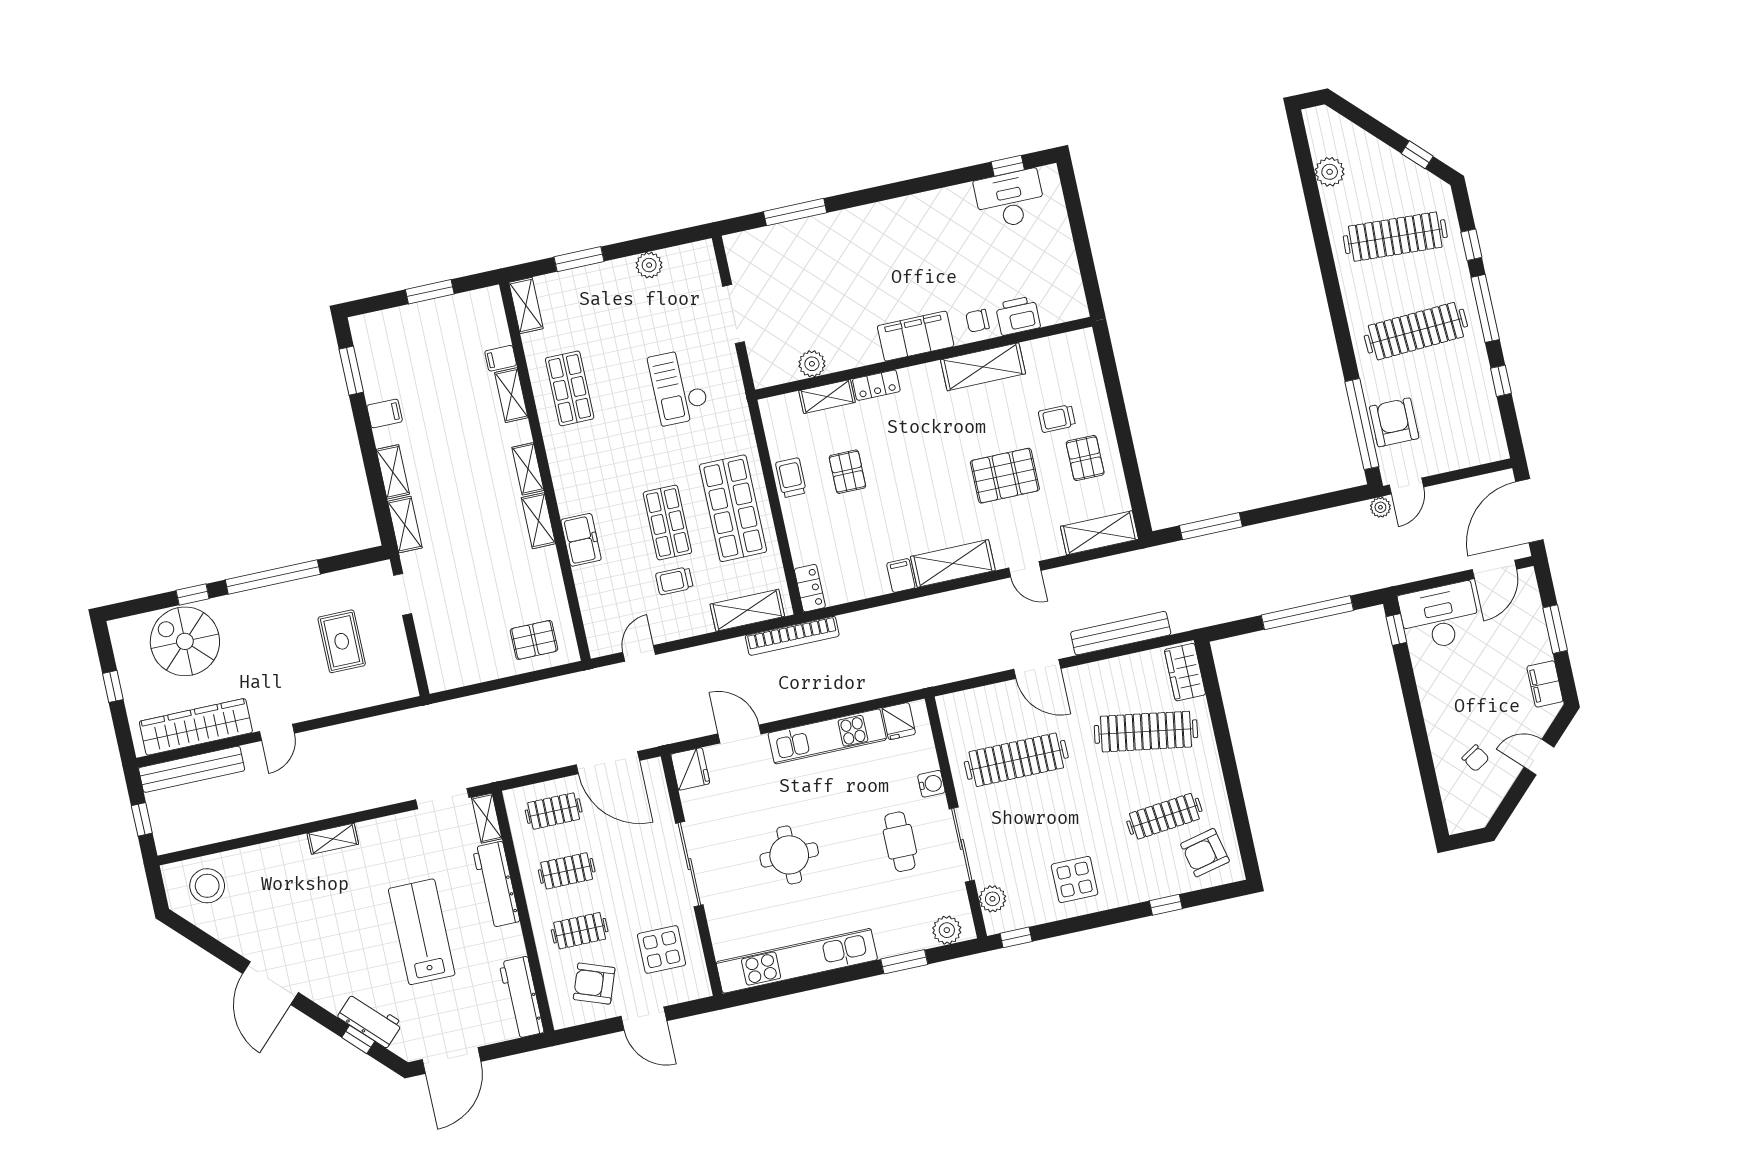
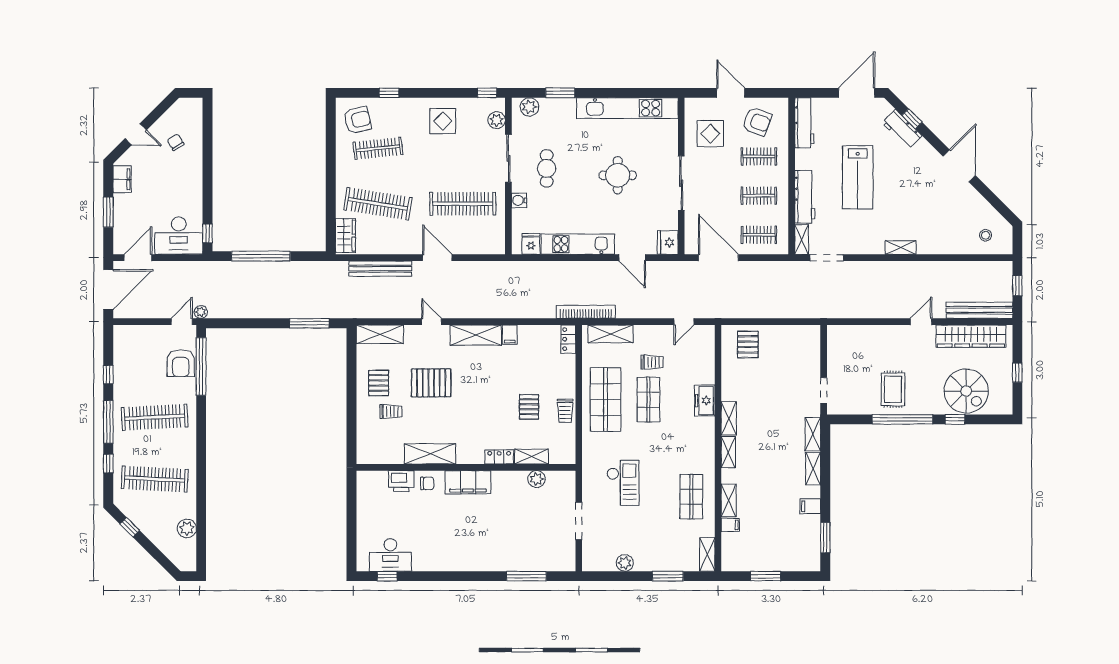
pallet: (534, 640) -> (748, 344), turned 90
rug: (342, 641) -> (893, 389), moved
stool: (207, 886) -> (986, 235), width x0.53, depth x0.53

